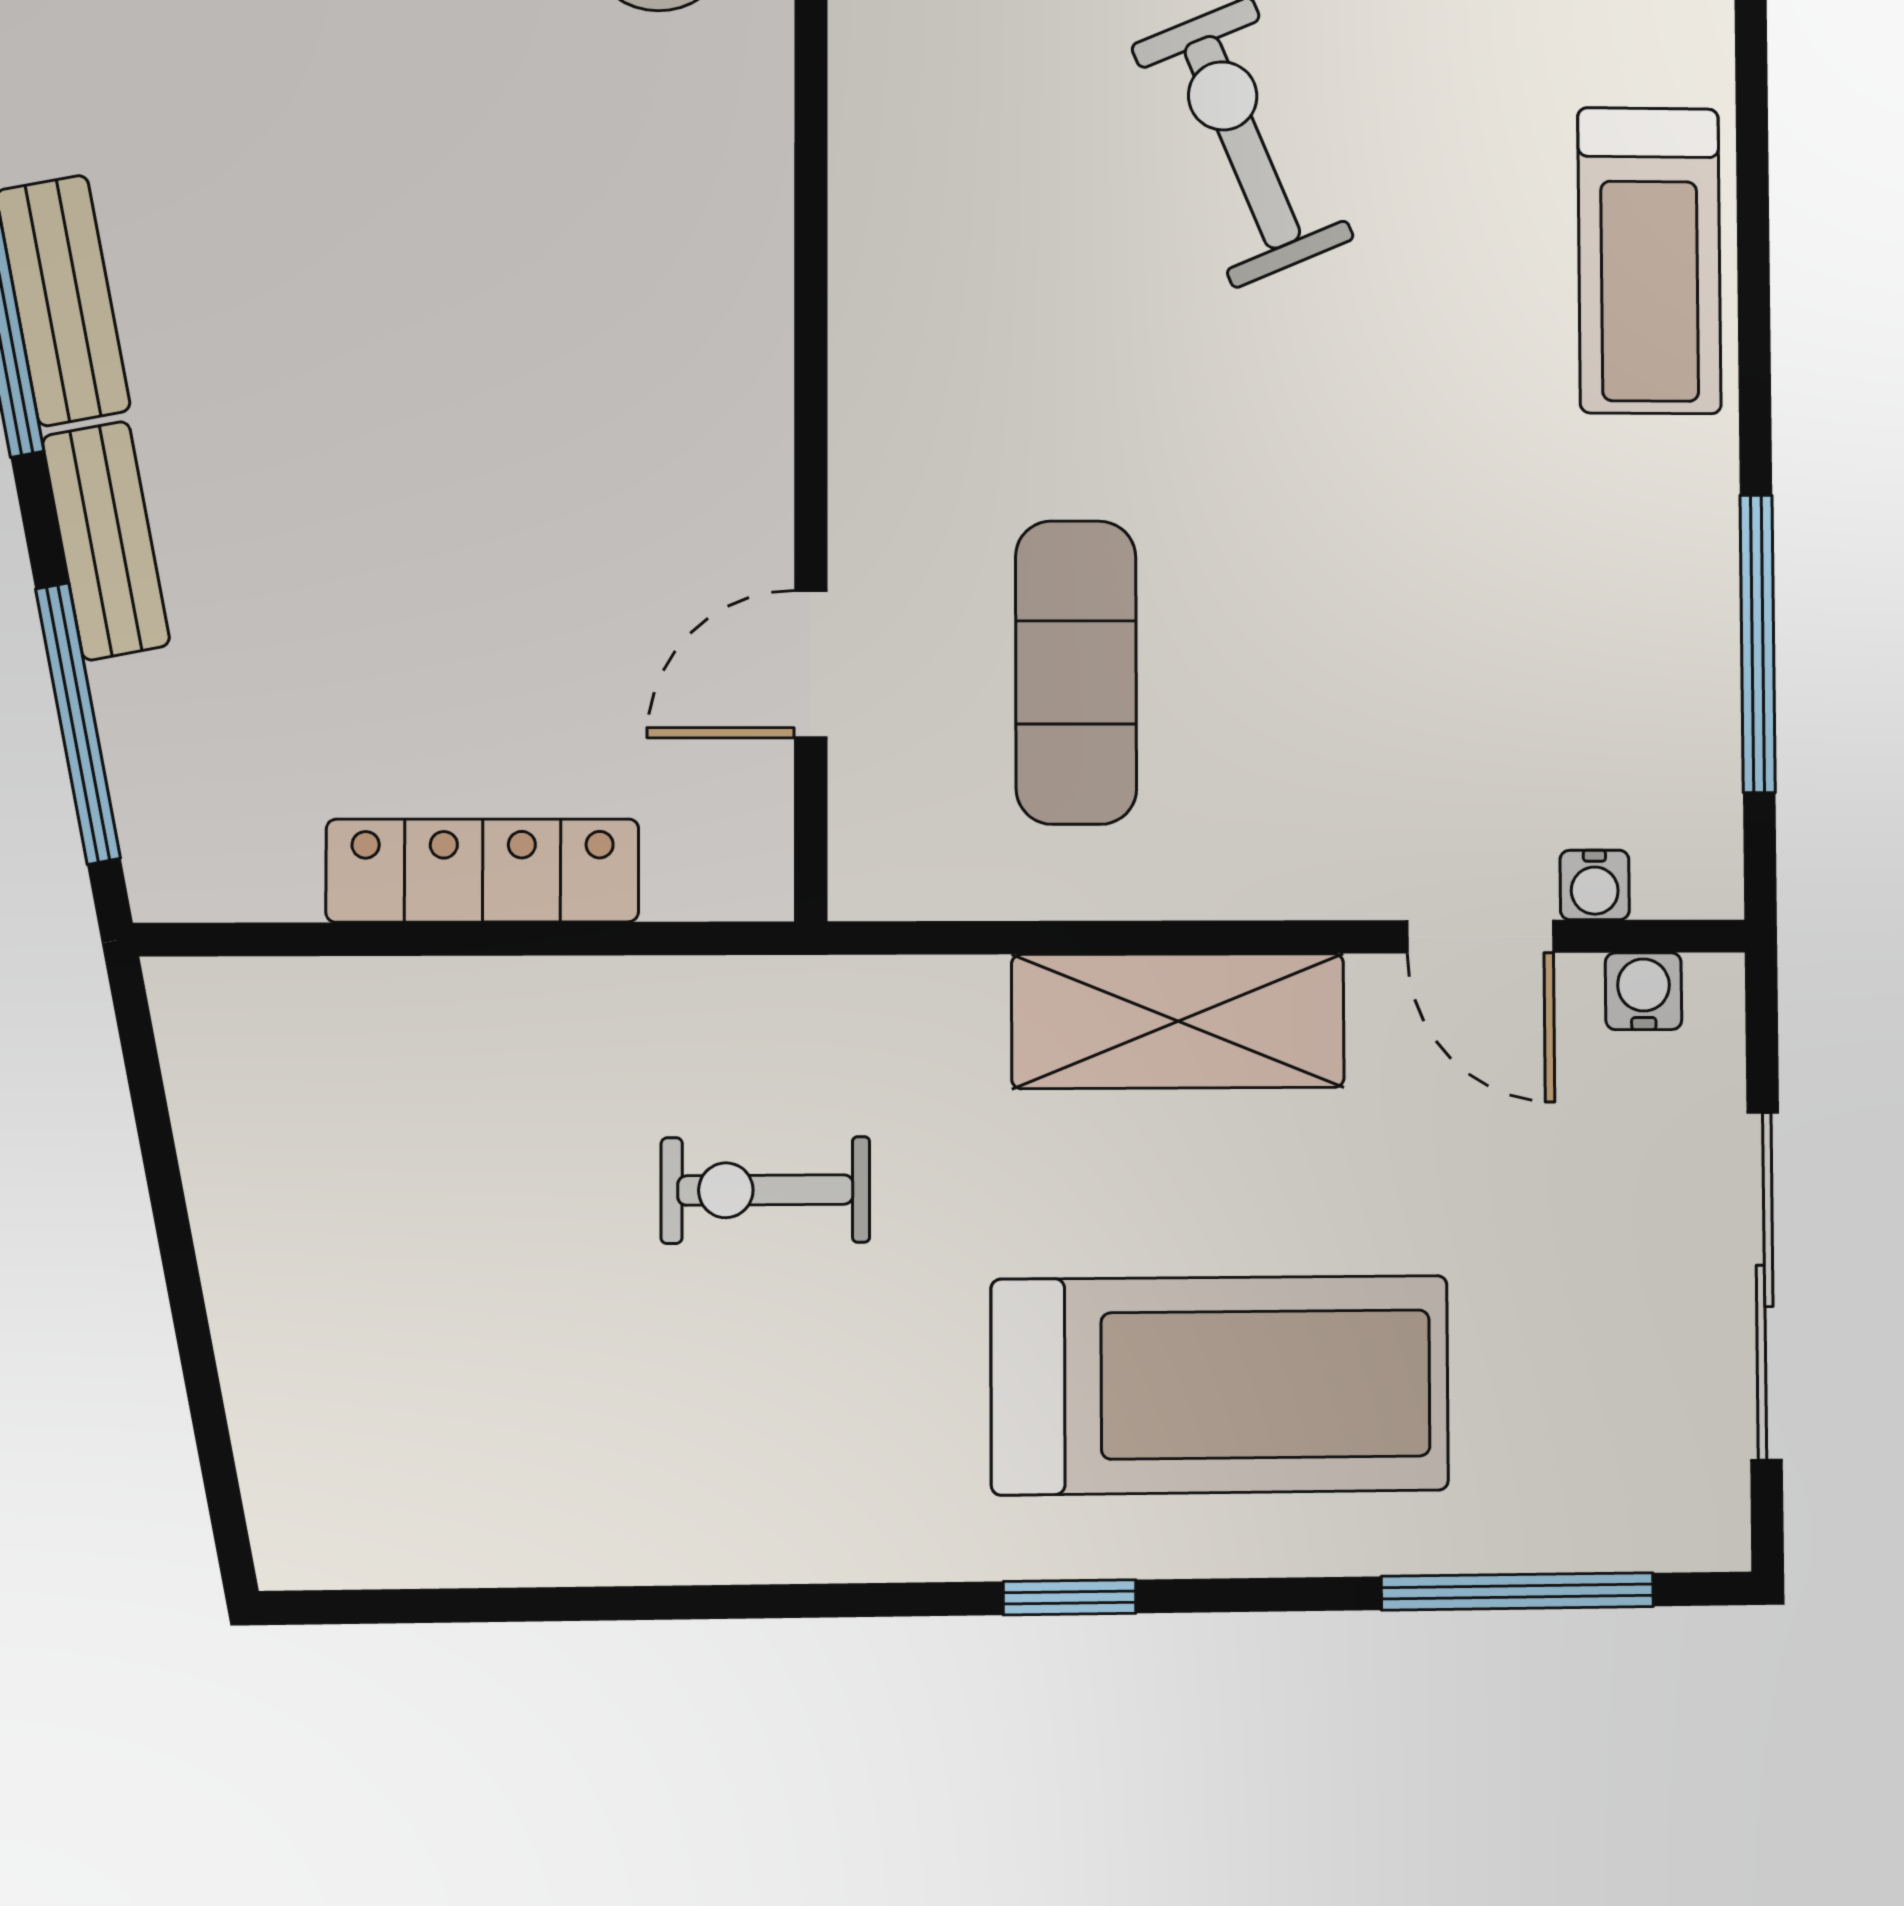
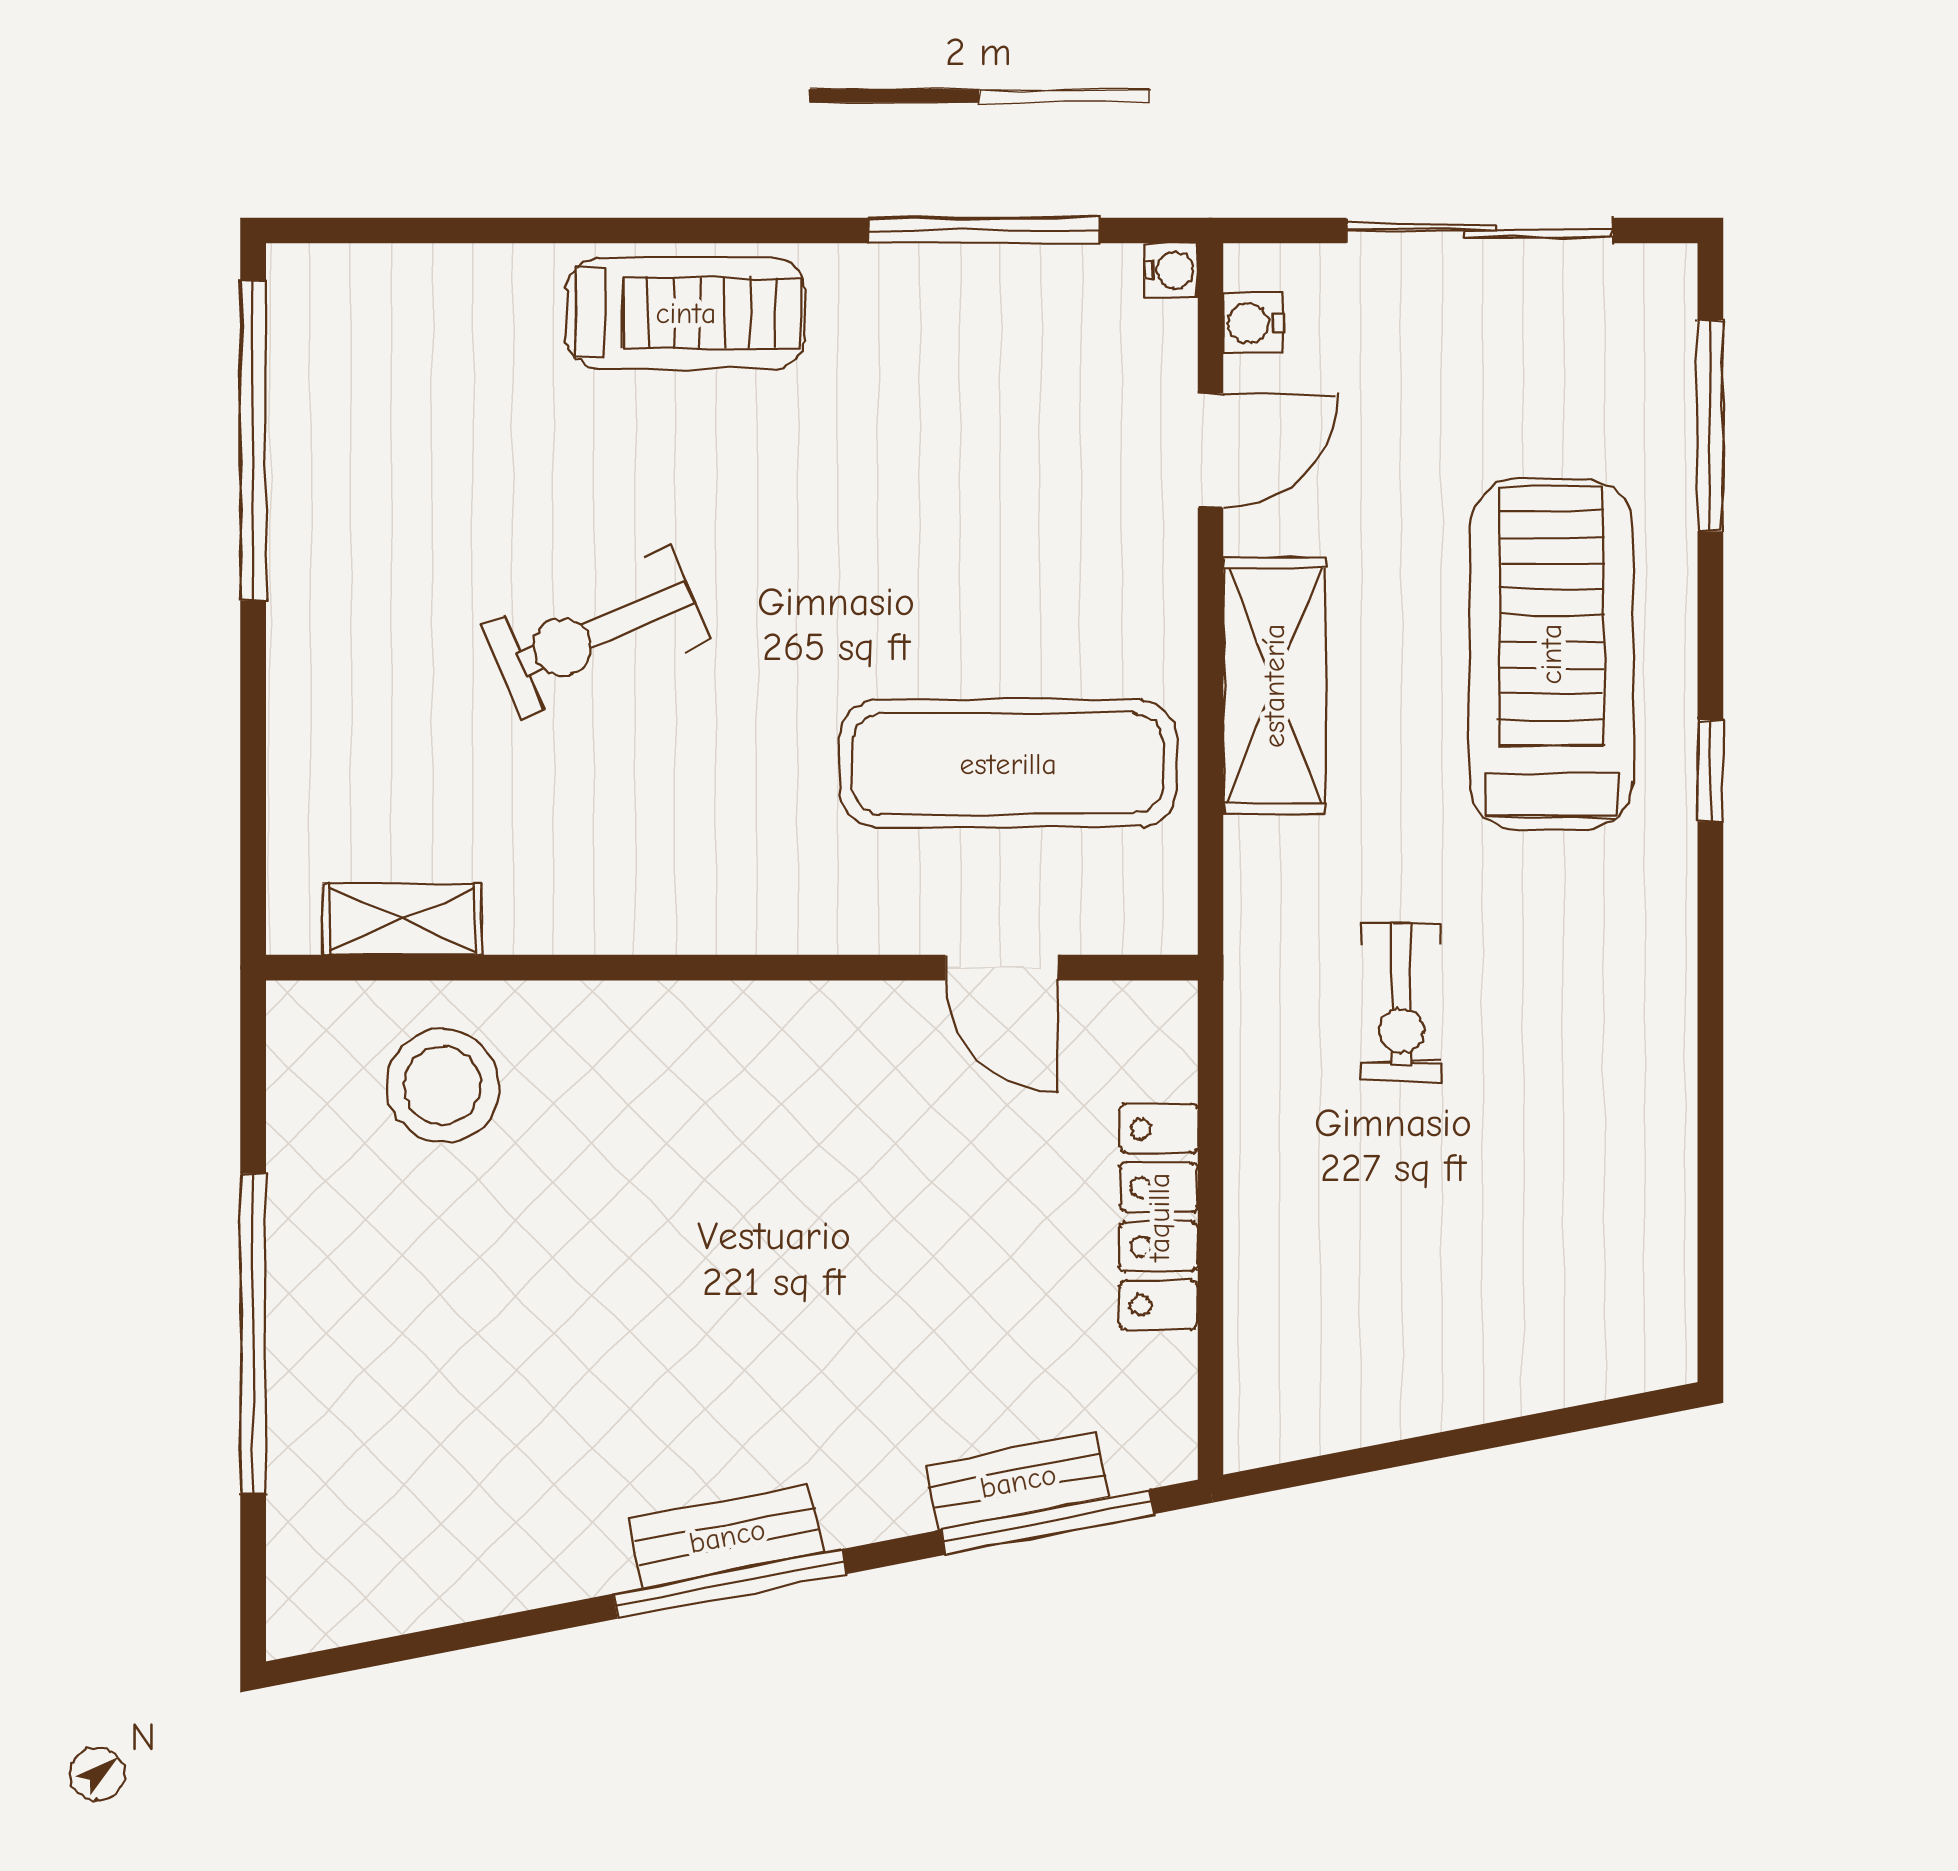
bench: (106, 541) -> (1018, 1481), moved
exercise mat: (1076, 673) -> (1008, 764), width x1.36, depth x1.45
water cooler: (1595, 885) -> (1171, 270), moved

